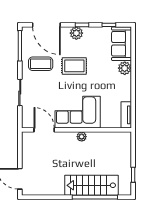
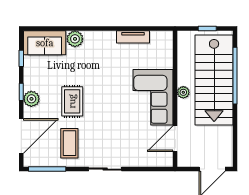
corner sofa: (78, 112) -> (153, 97), moved
door: (44, 130) -> (175, 139), moved
wall: (76, 130) -> (175, 99), moved
plant: (82, 137) -> (183, 92), moved
stairs: (92, 185) -> (214, 80), width x1.36, depth x1.51

